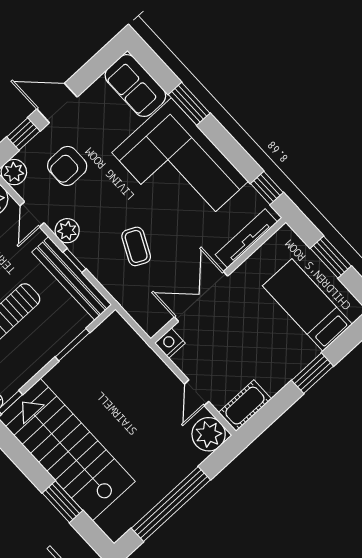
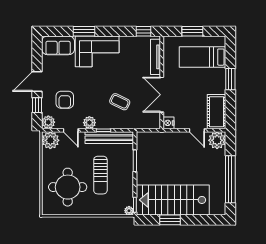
corner sofa: (180, 167) -> (97, 51), width x0.73, depth x0.74
cot: (245, 406) -> (217, 112), width x1.37, depth x1.34
window: (62, 502) -> (170, 220), moved

